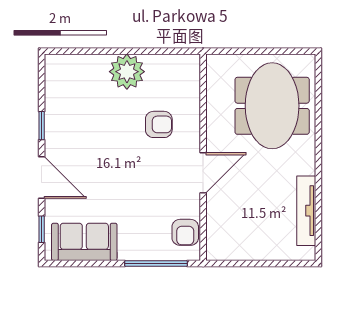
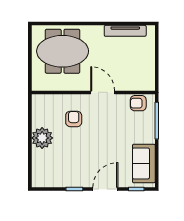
armchair: (185, 232) -> (138, 103), turned 180

